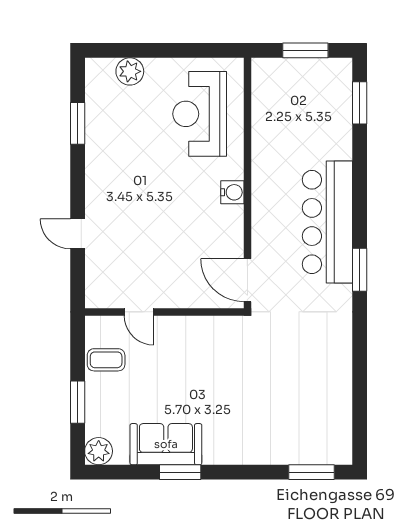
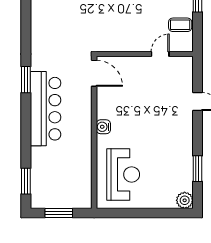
plant: (130, 71) -> (185, 200), moved
door: (139, 312) -> (160, 54), hinge flipped

